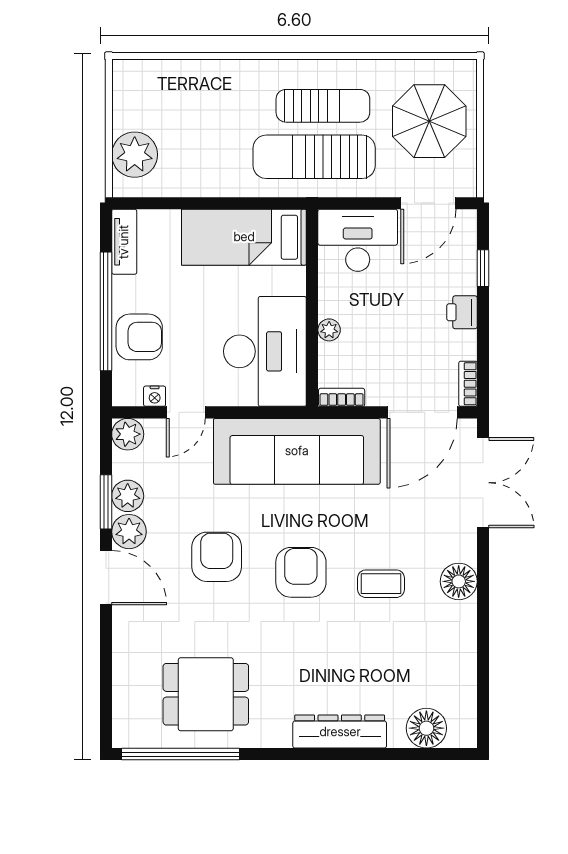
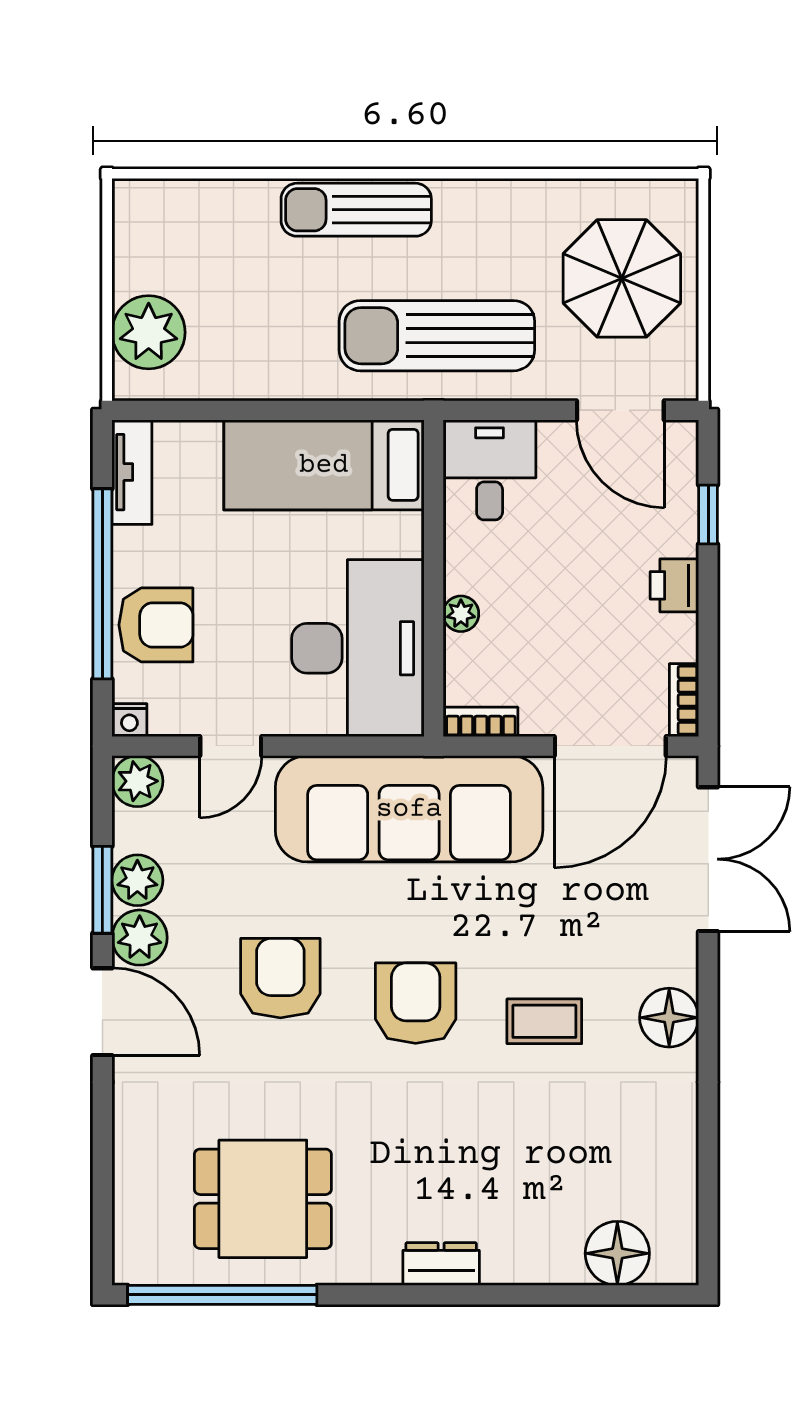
sun lounger: (323, 106) -> (356, 210), moved, turned 180
door: (428, 203) -> (620, 410), hinge flipped
desk: (358, 240) -> (490, 470), width x0.73
nightstand: (155, 396) -> (129, 720), moved
dresser: (340, 732) -> (441, 1264), width x0.51, depth x0.80

